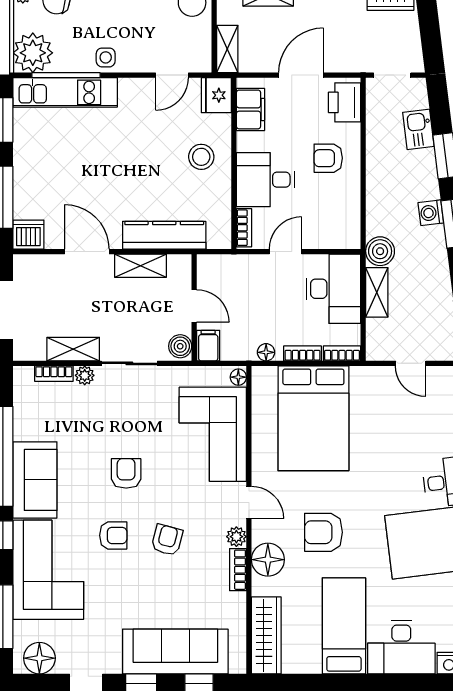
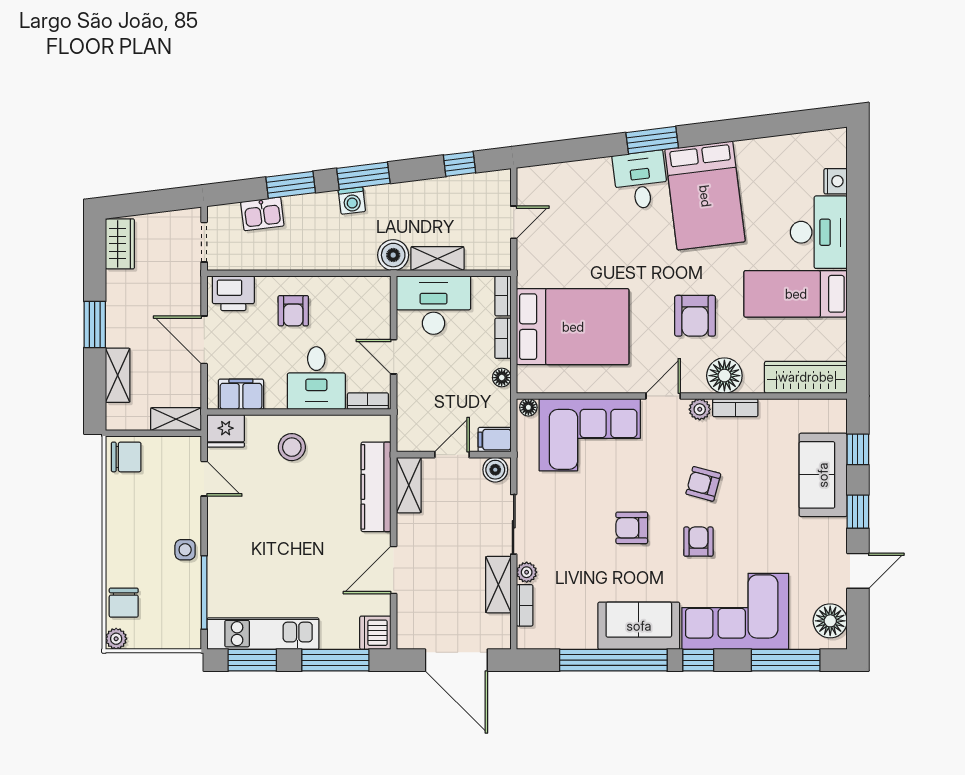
plant: (33, 53) -> (180, 628), removed
kitchen unit: (65, 92) -> (263, 634), moved, turned -90
shelving: (140, 266) -> (409, 485), moved
sofa: (175, 652) -> (823, 475), width x0.73

